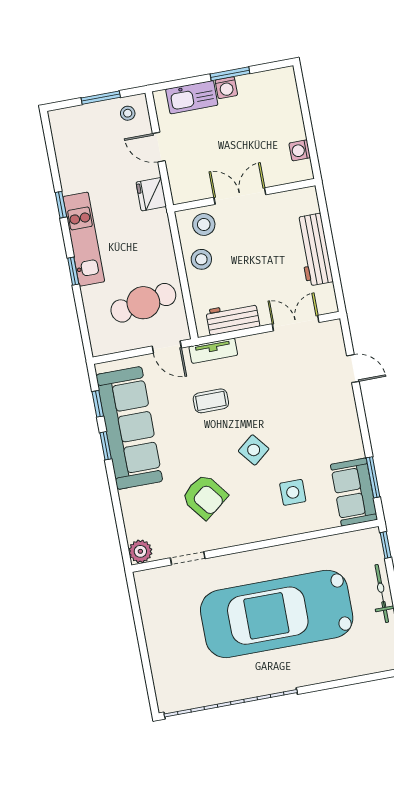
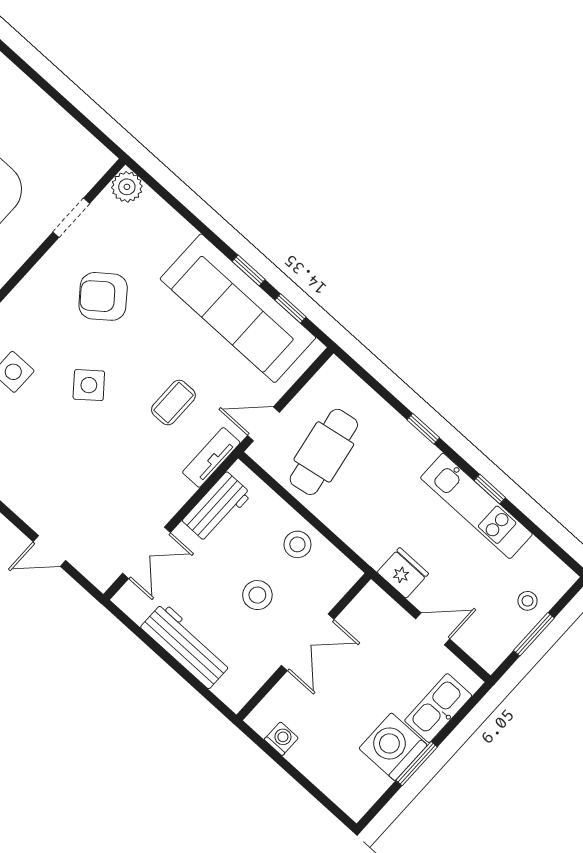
washing machine: (226, 88) -> (393, 747), width x1.89, depth x1.89
stool: (128, 113) -> (528, 601), moved
stool: (204, 224) -> (257, 595), moved
kitchen unit: (84, 239) -> (476, 506), moved

